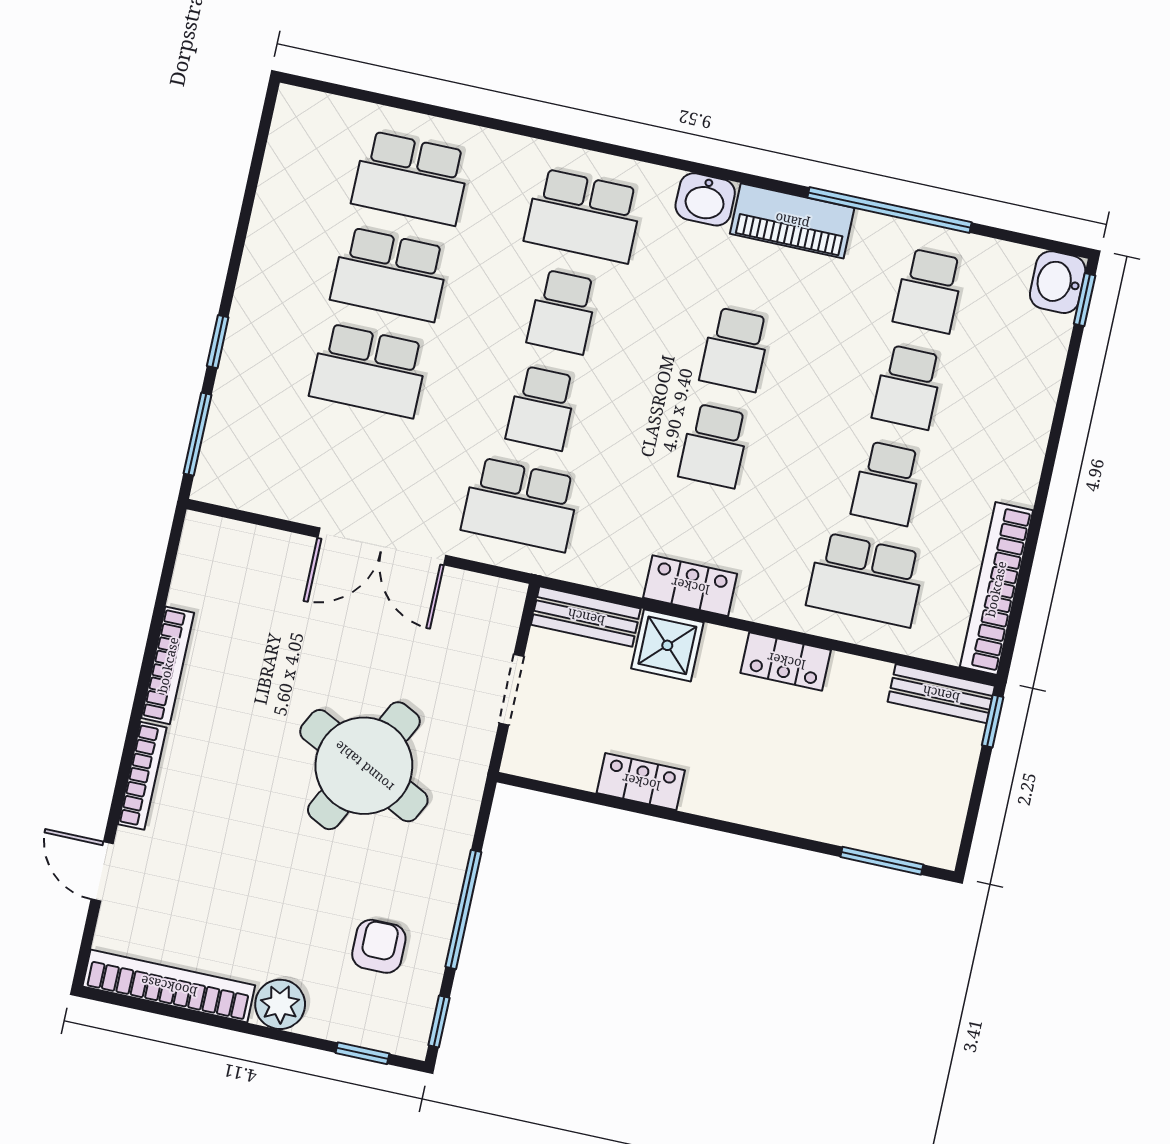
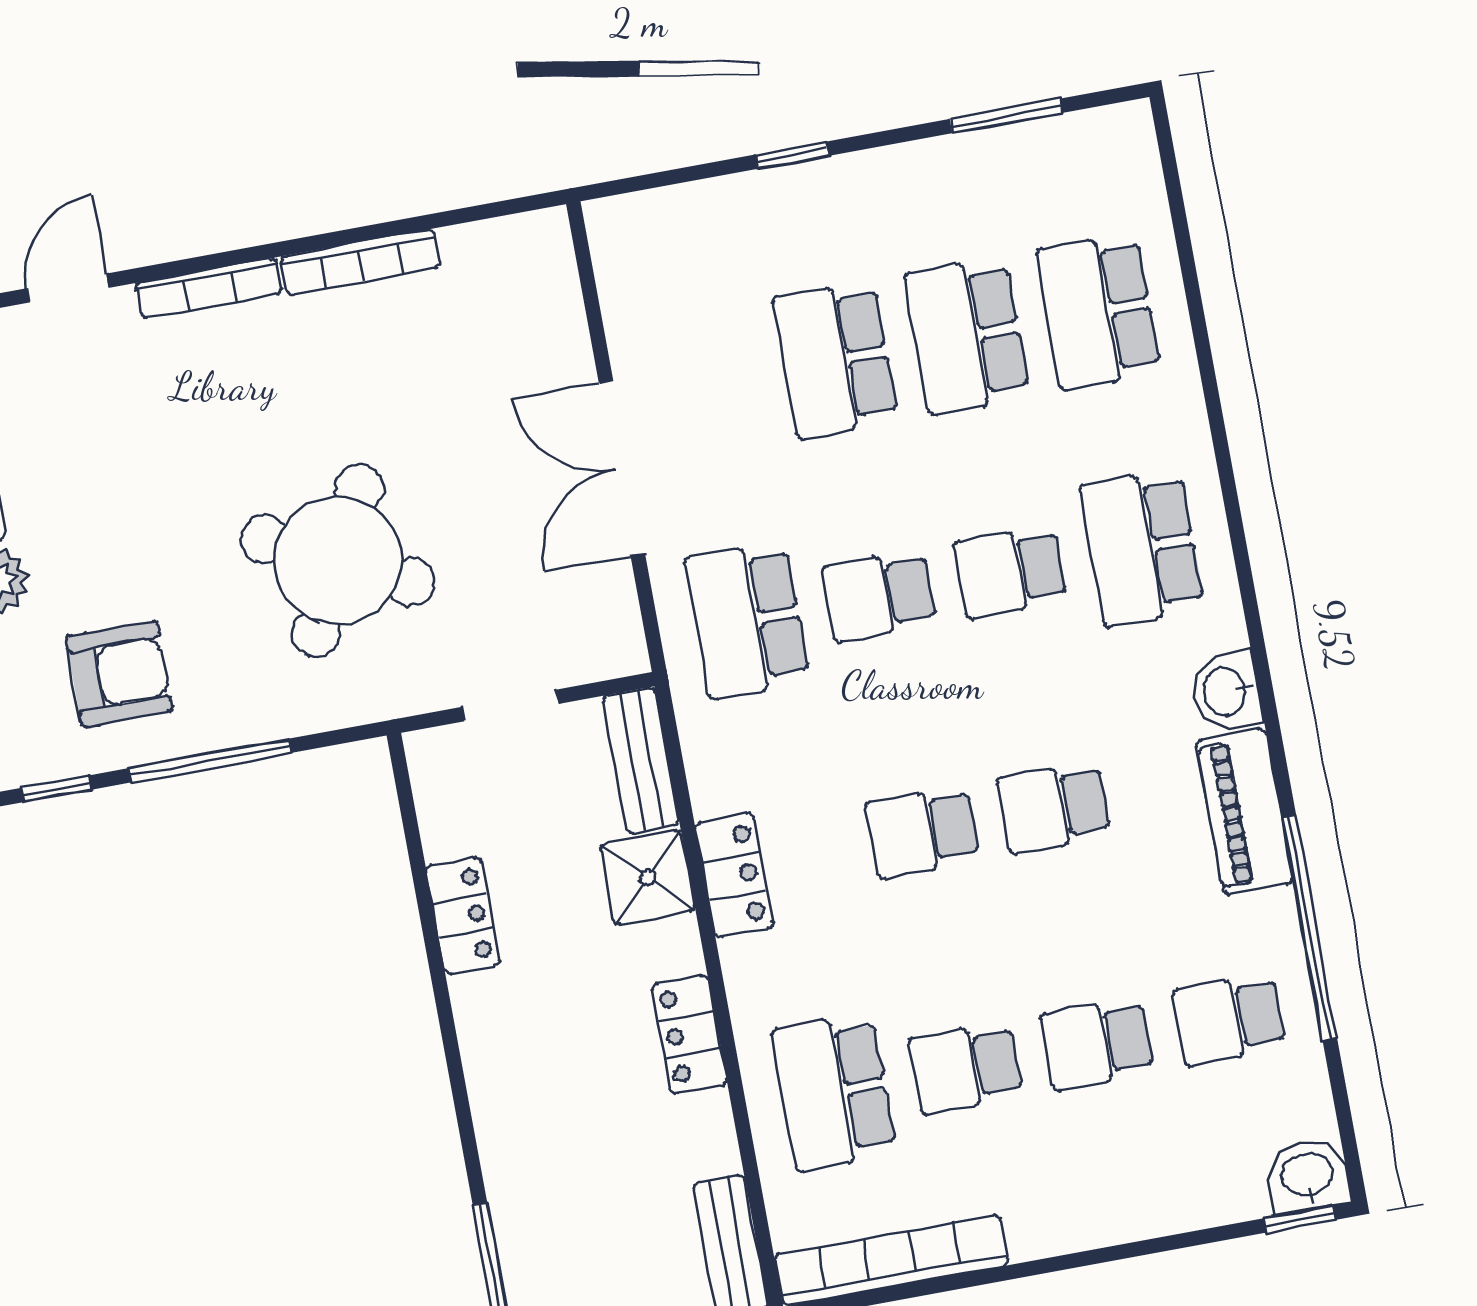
window: (197, 434) -> (1006, 116), moved
armchair: (379, 946) -> (119, 674), width x1.38, depth x1.38

